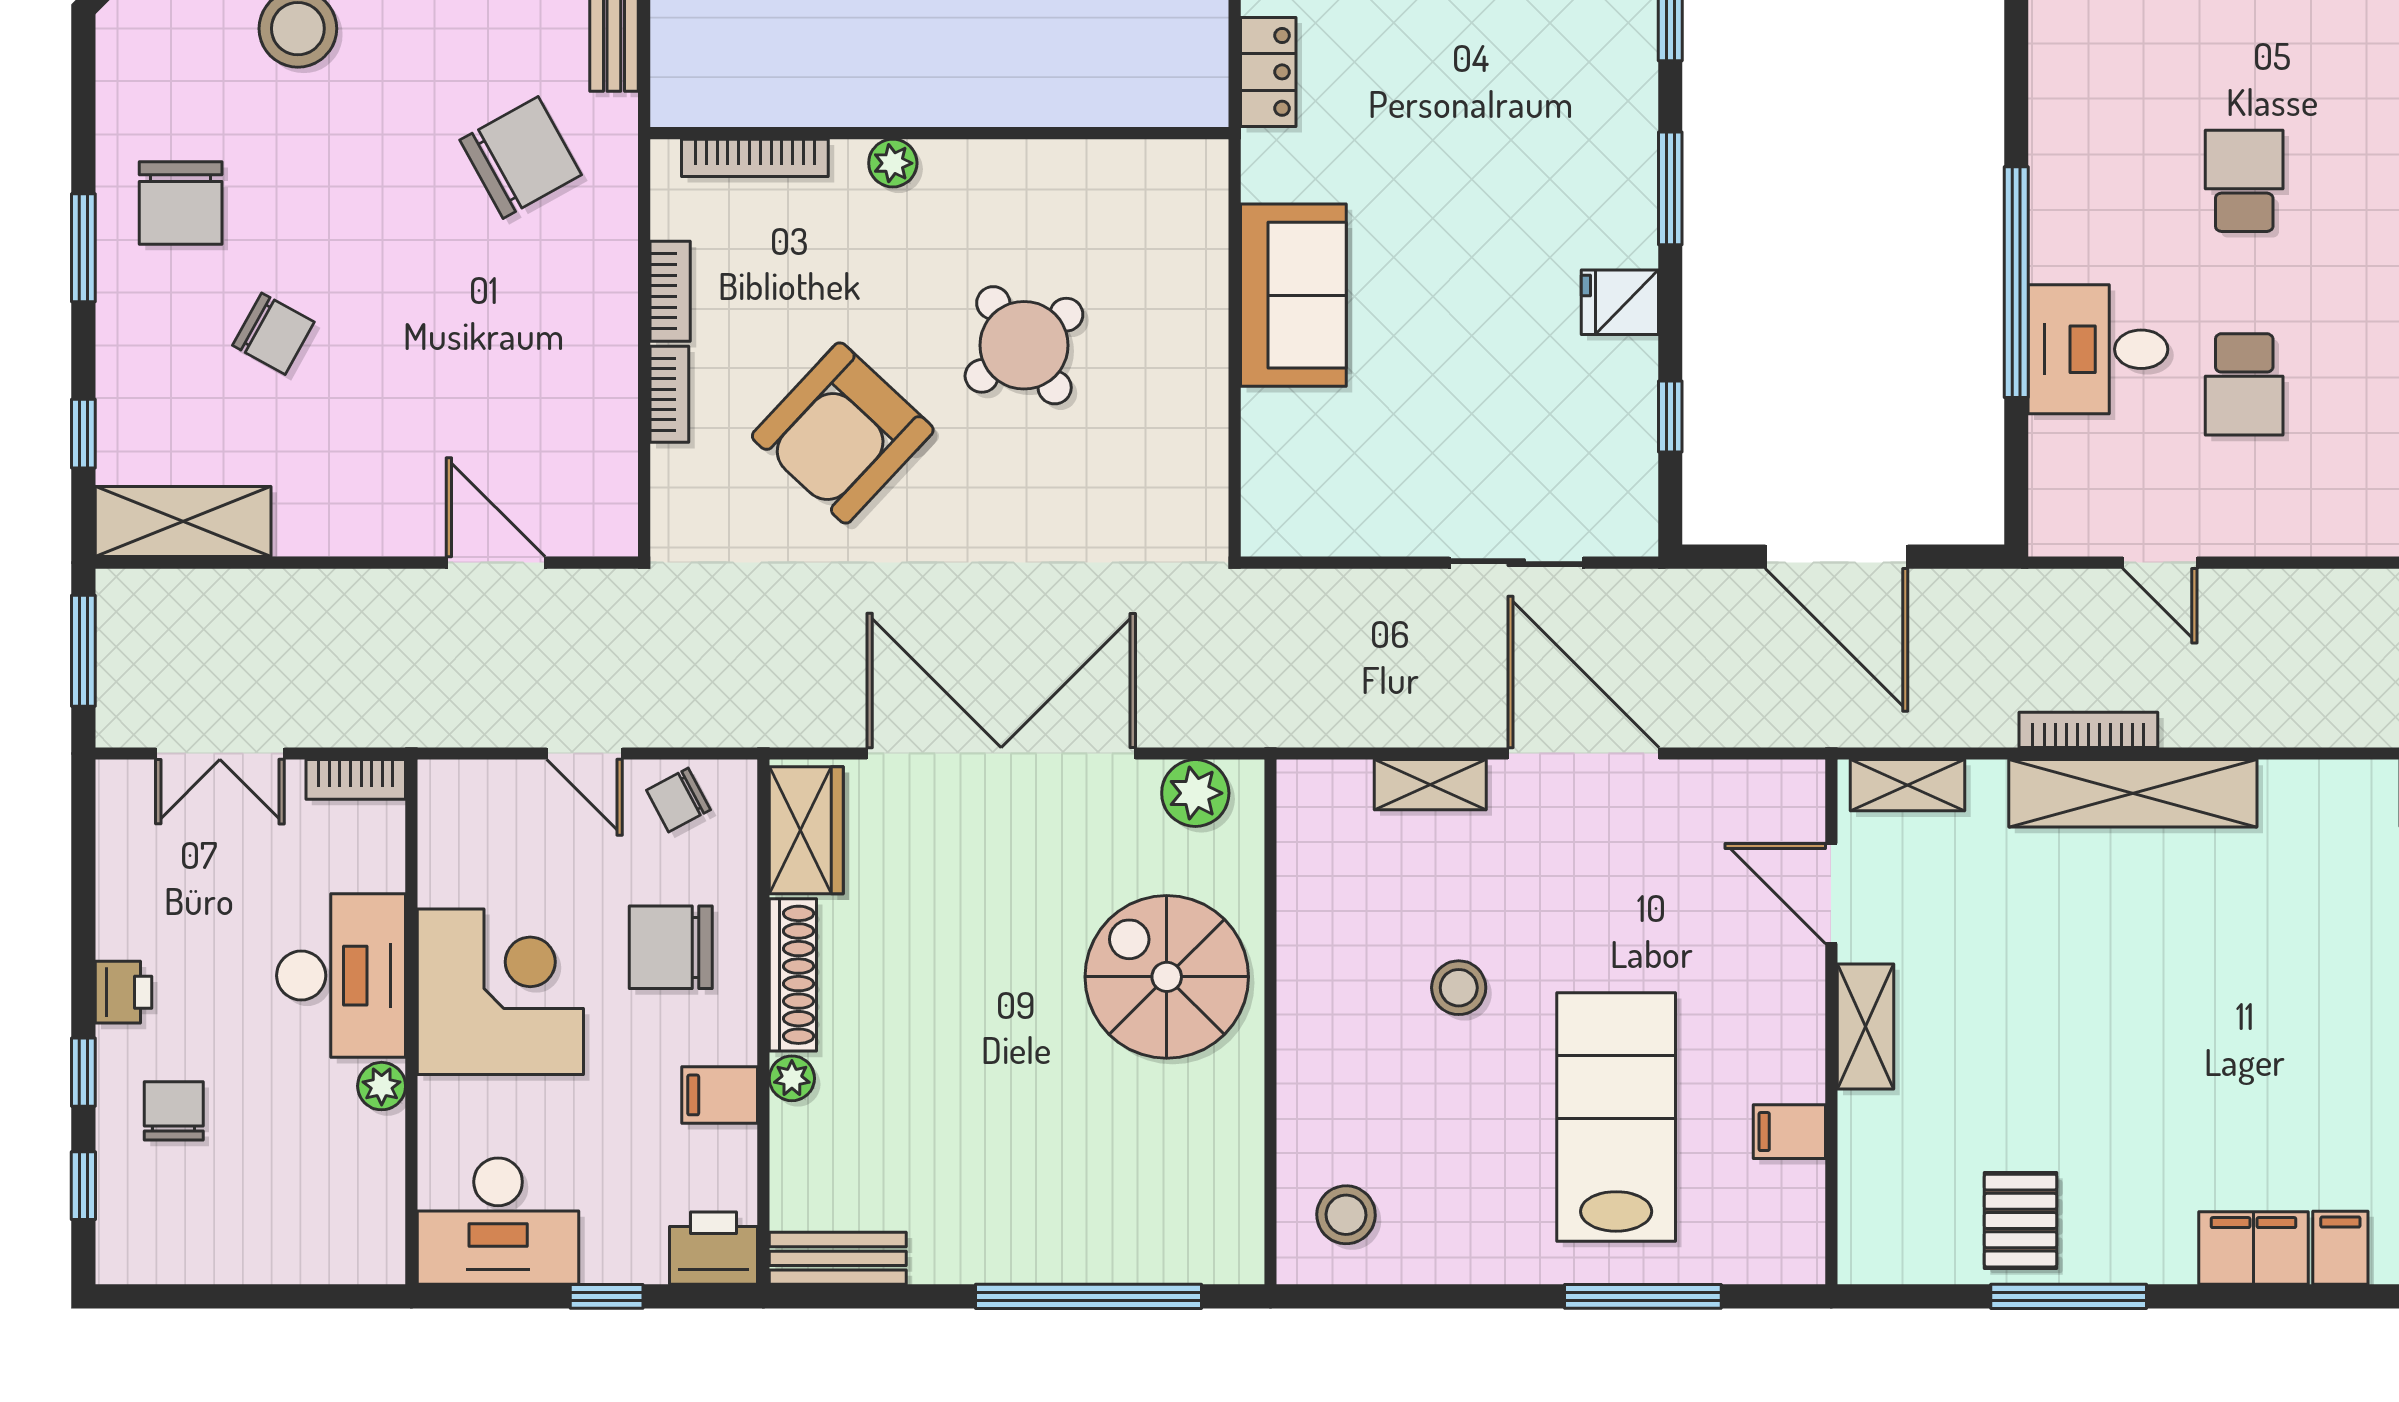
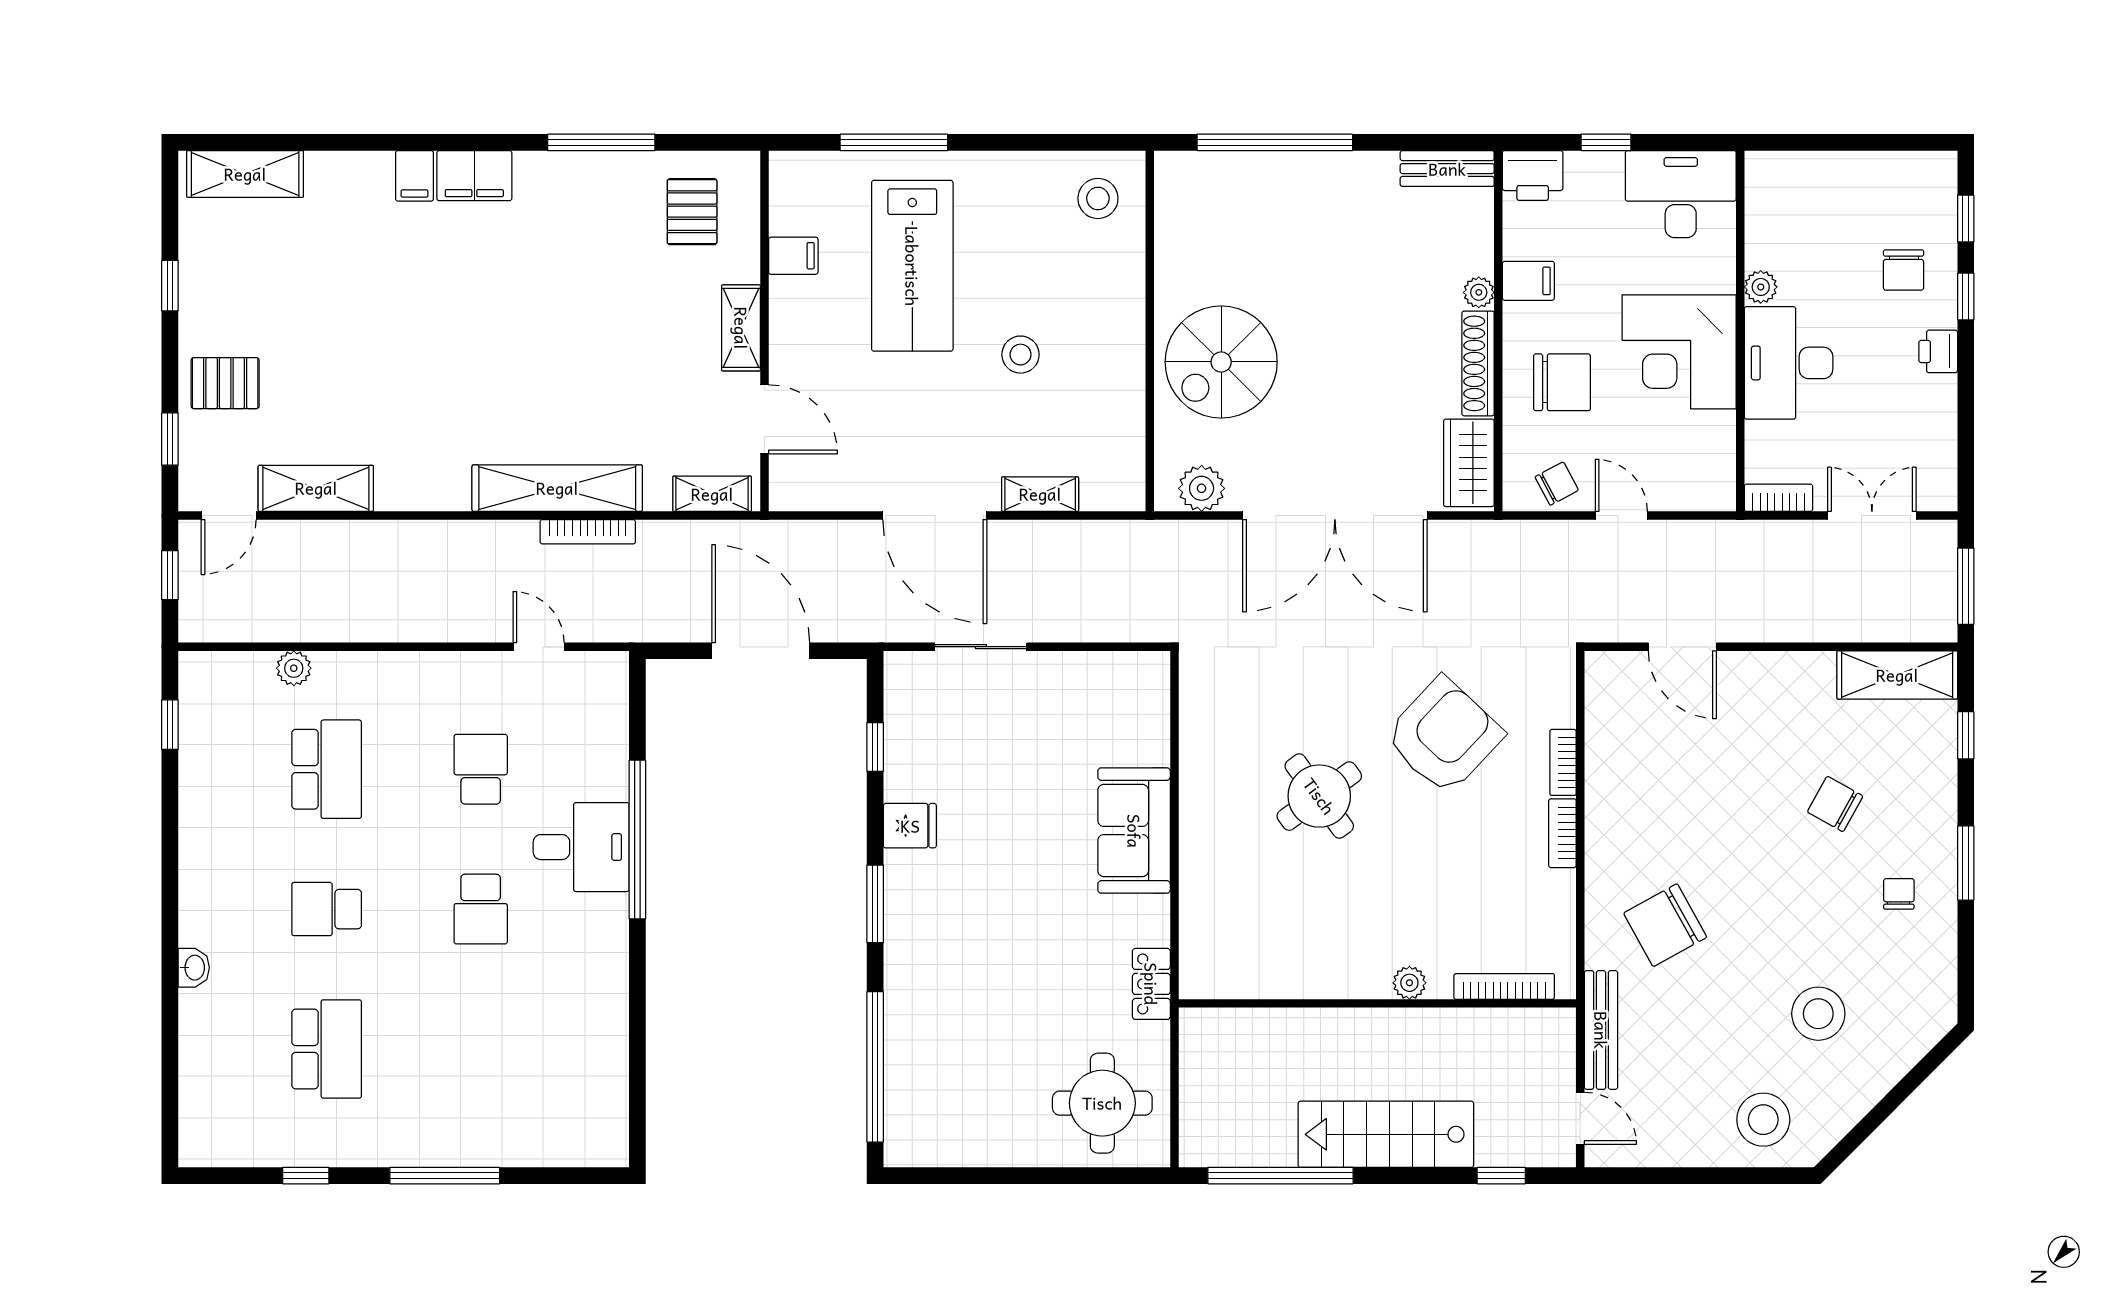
wall: (939, 133) -> (1377, 1003), moved
bookcase: (755, 158) -> (1504, 986), moved
plant: (893, 163) -> (1409, 983), moved
chair: (181, 203) -> (1899, 894), width x0.54, depth x0.54
desk: (2098, 349) -> (581, 847), moved
spiral stairs: (1167, 977) -> (1221, 362), turned 90
pallet: (2021, 1221) -> (692, 212), moved

